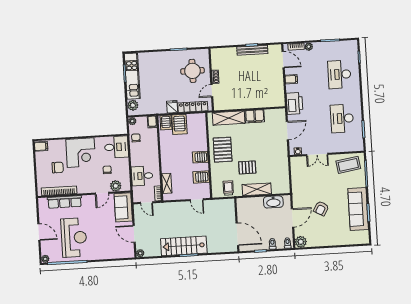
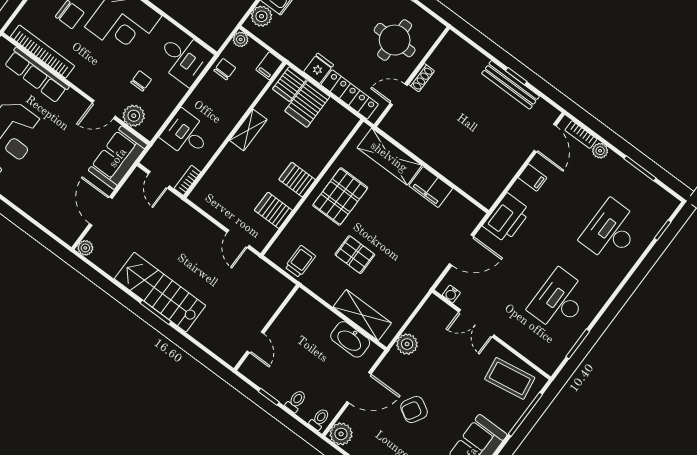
shelving: (167, 183) -> (248, 130), moved
plant: (297, 185) -> (407, 344), added
shelving: (257, 189) -> (362, 315), moved
door: (237, 234) -> (255, 342), width x0.53

